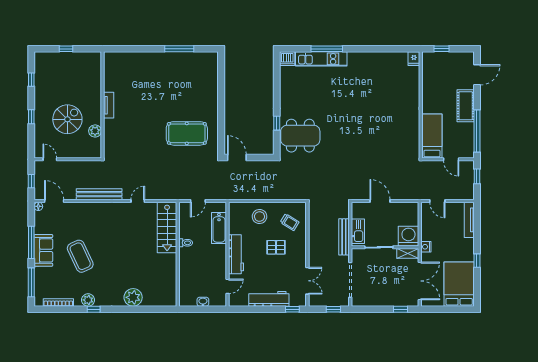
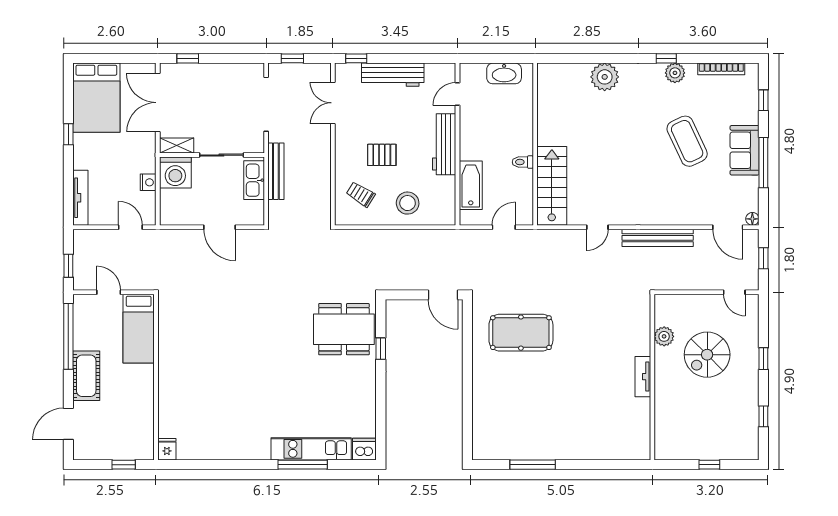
nightstand: (426, 247) -> (148, 182), moved
window: (31, 282) -> (763, 100), width x0.46
washbasin: (203, 302) -> (504, 73), width x1.91, depth x1.45

